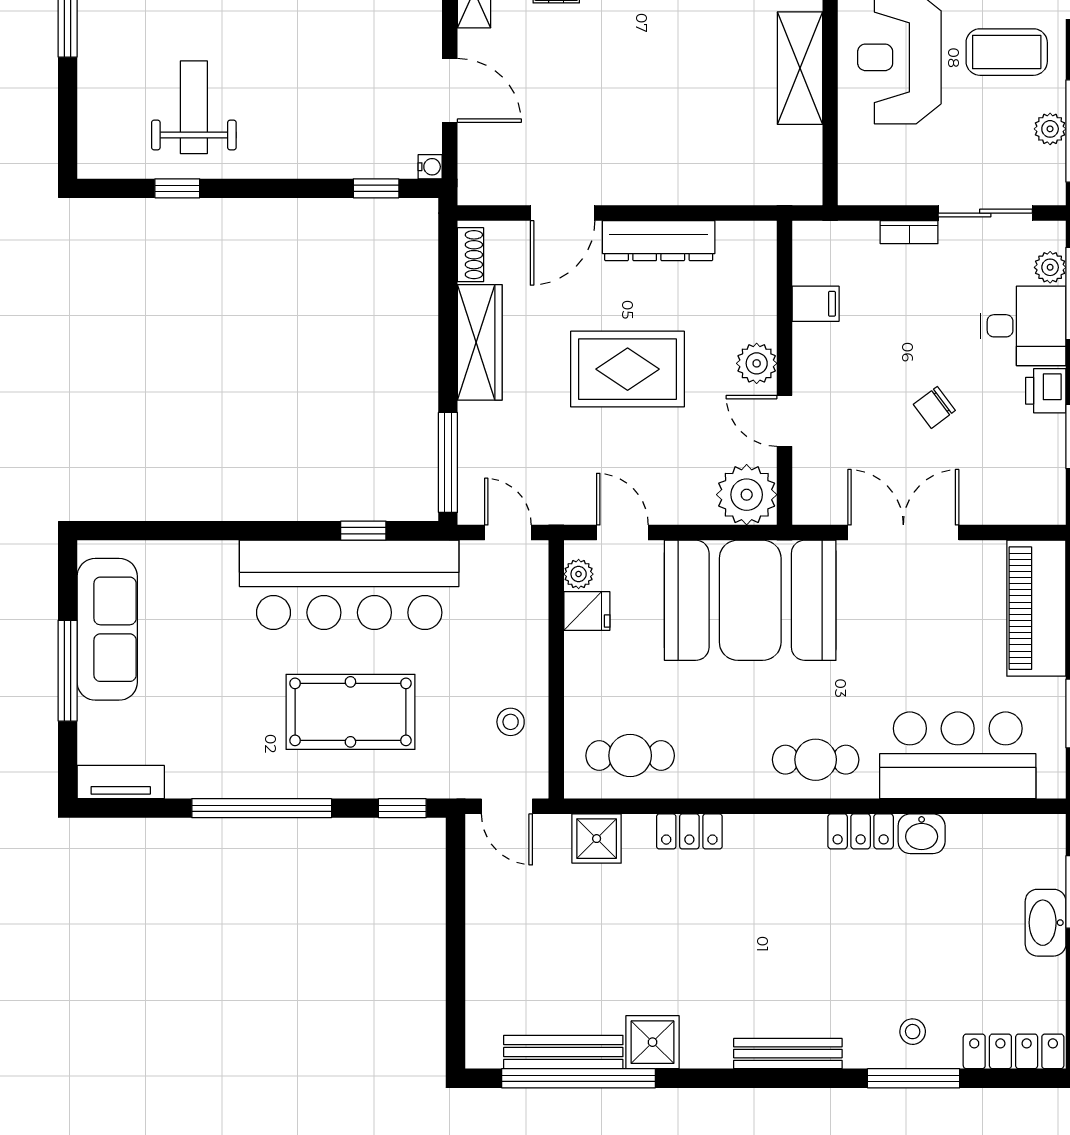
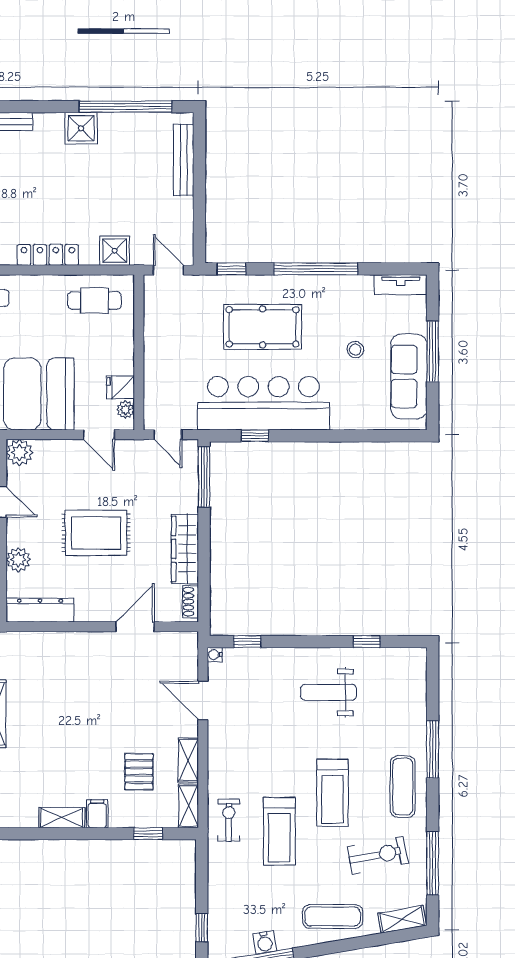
weight bench: (194, 107) -> (329, 692), moved, turned 90
dresser: (659, 241) -> (40, 610), moved
plant: (757, 363) -> (18, 560), moved
plant: (747, 495) -> (20, 453), width x0.73, depth x0.73
stool: (511, 722) -> (355, 349), moved
locker: (689, 831) -> (48, 255), width x1.53
bench: (563, 1052) -> (184, 160), moved, turned 90

